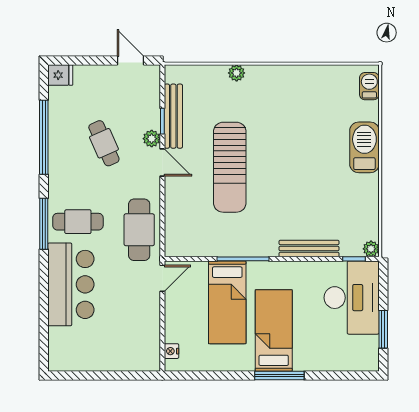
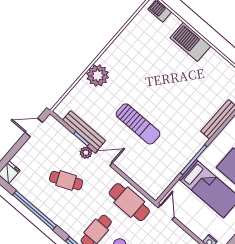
plant: (237, 73) -> (98, 76), width x1.87, depth x1.87
sun lounger: (230, 167) -> (138, 124), width x0.73, depth x0.75

